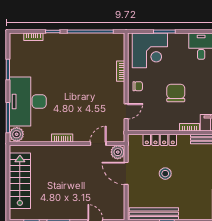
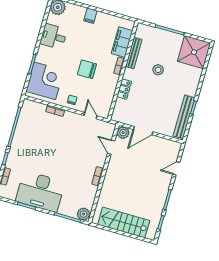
desk: (28, 101) -> (40, 191), moved
locker: (160, 140) -> (124, 89), width x0.66
stool: (165, 174) -> (158, 70), moved

